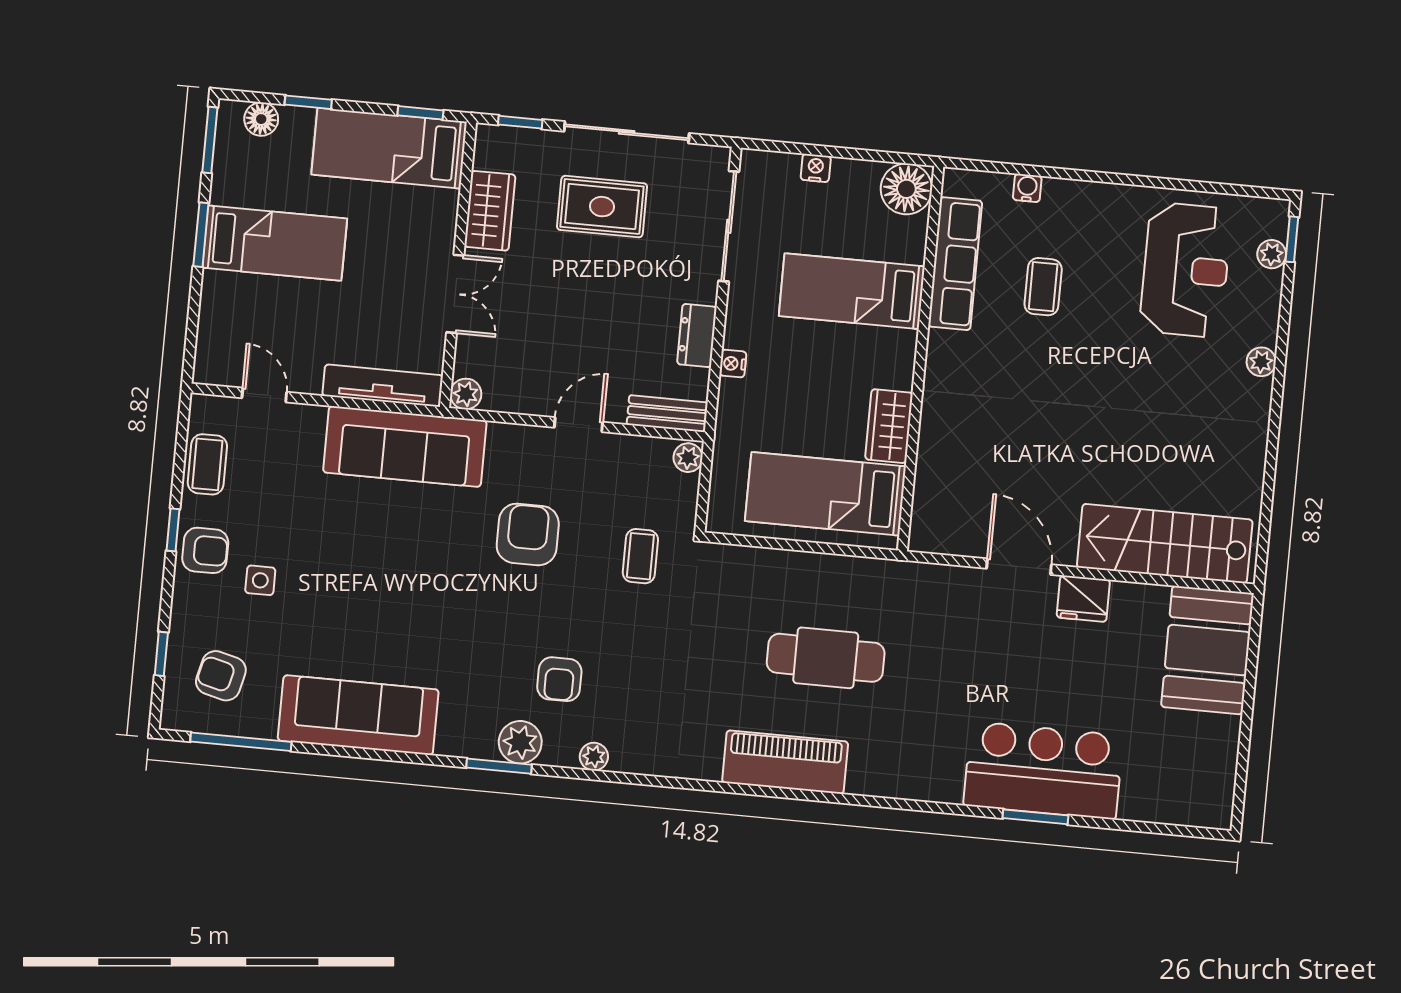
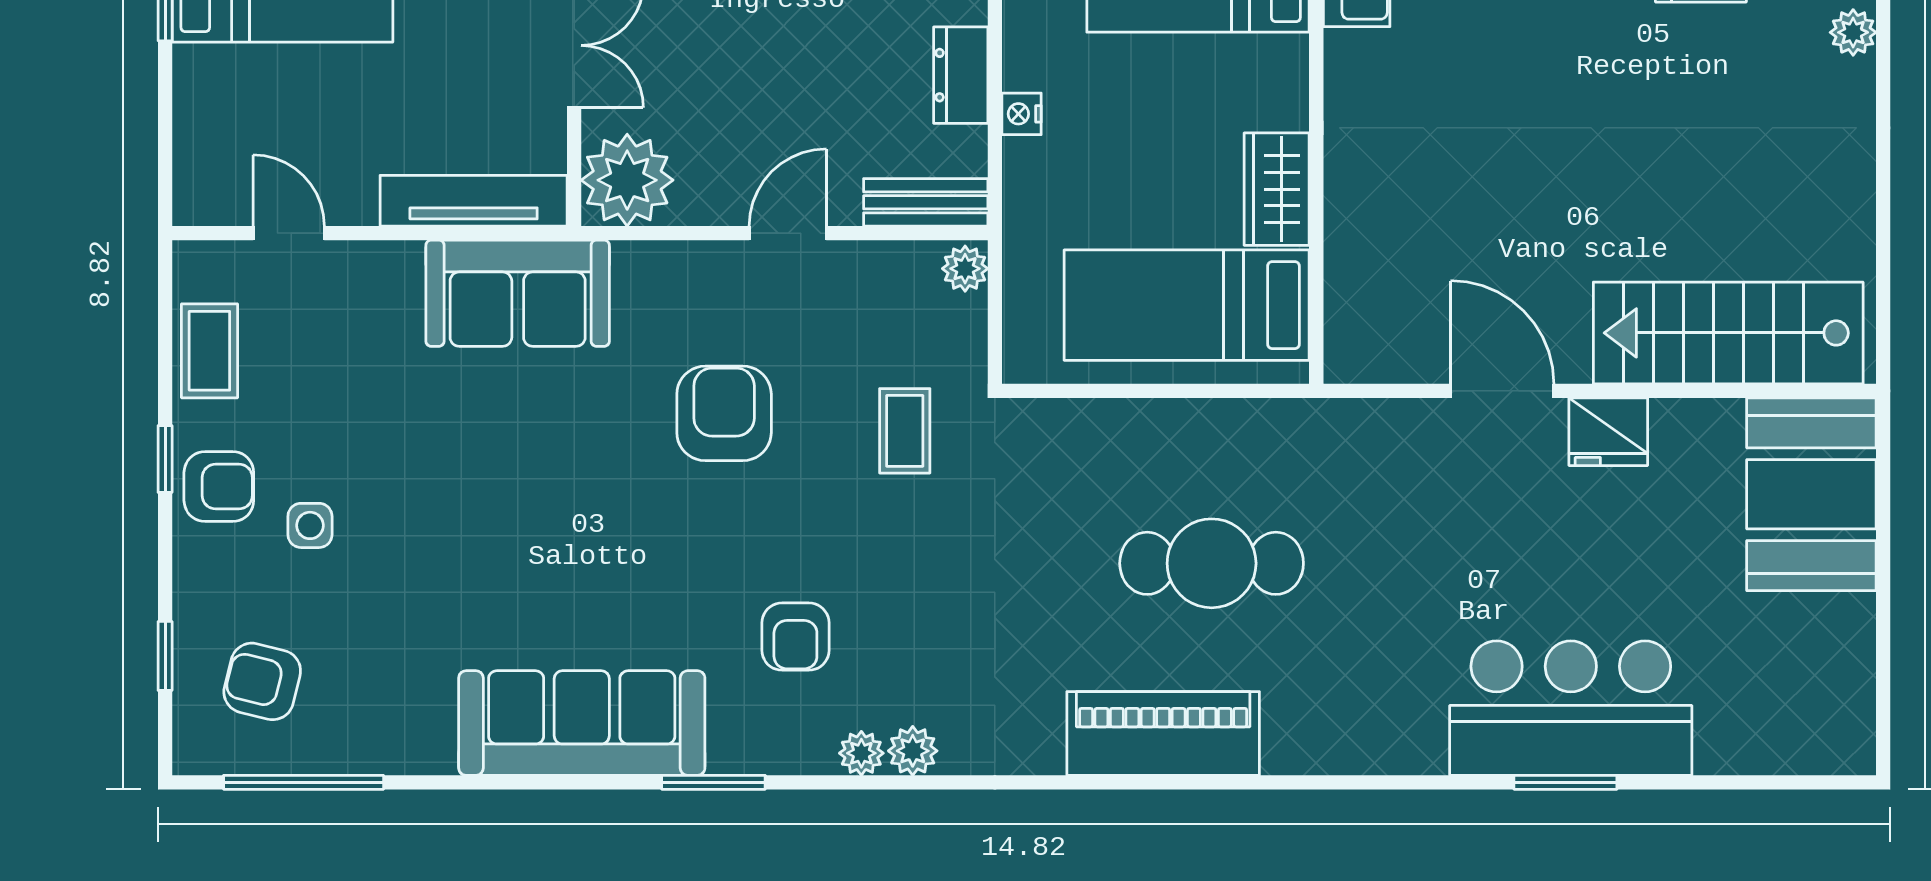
plant: (466, 394) -> (627, 180), width x1.88, depth x1.88
sofa: (405, 446) -> (518, 293), width x0.73
sofa: (358, 715) -> (582, 723), moved
plant: (520, 742) -> (913, 751), moved, width x0.73, depth x0.73

